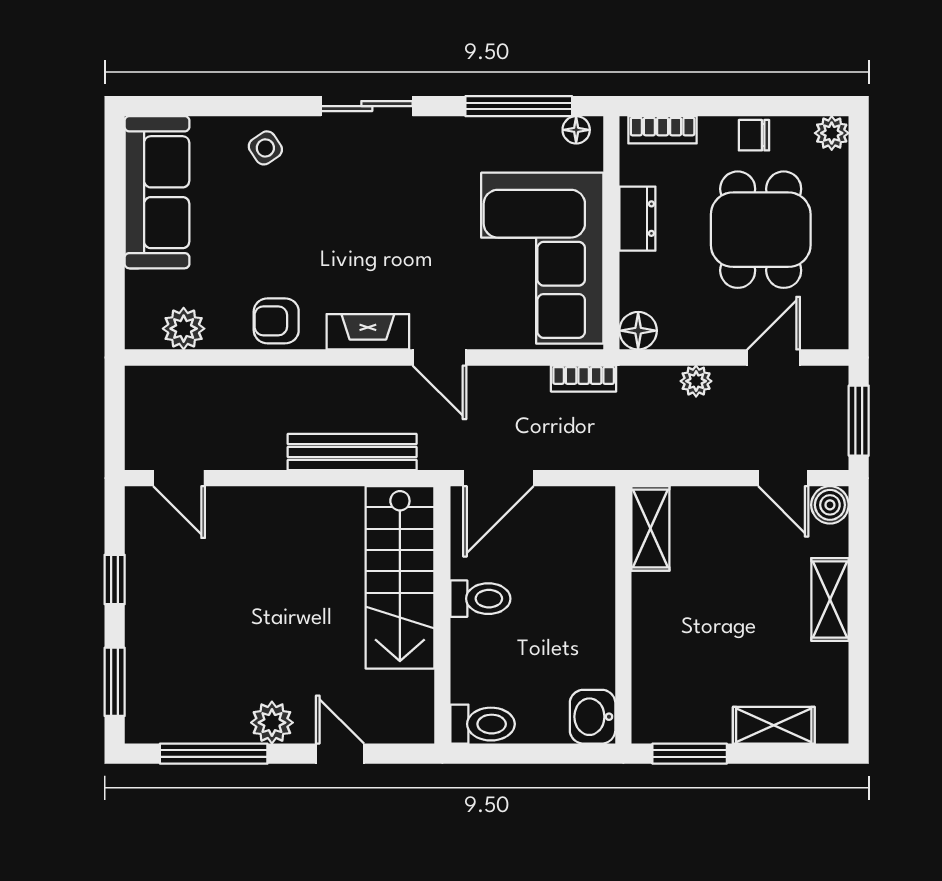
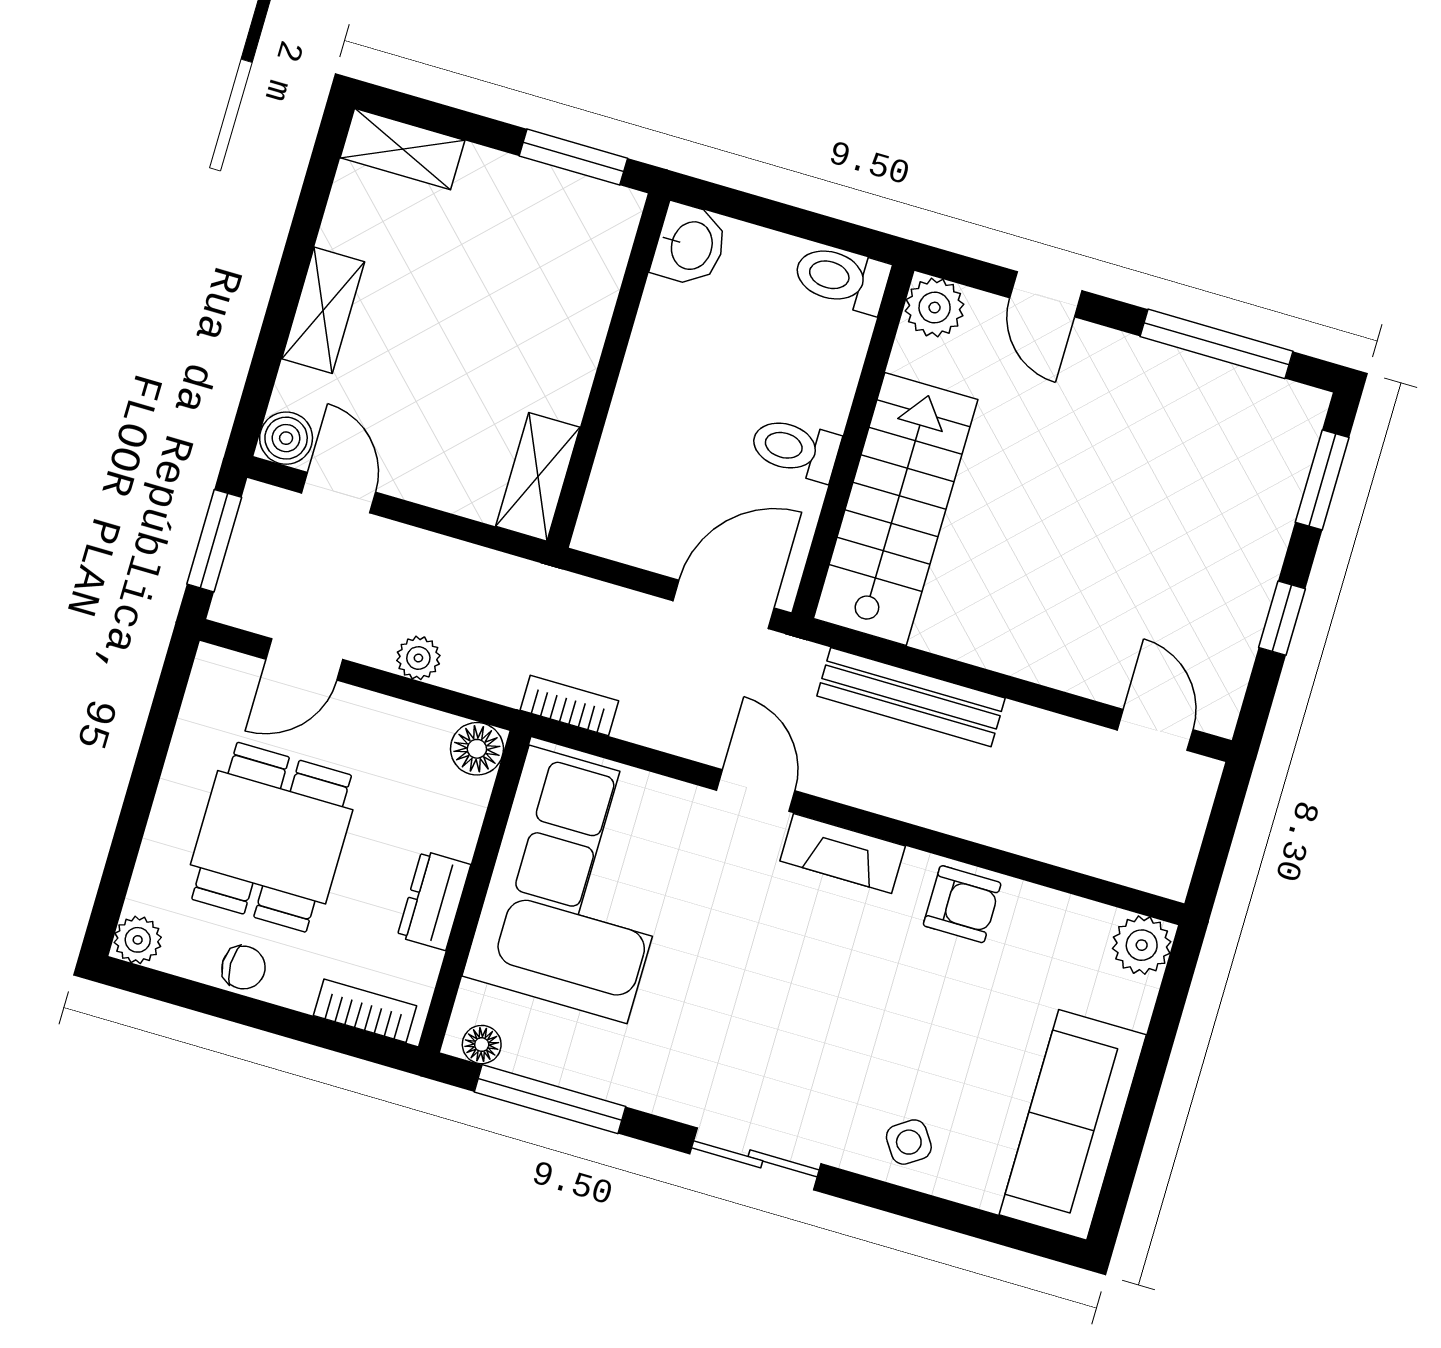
plant: (184, 329) -> (1142, 945), moved
plant: (272, 723) -> (935, 308), moved
shelving: (774, 725) -> (402, 149), moved

